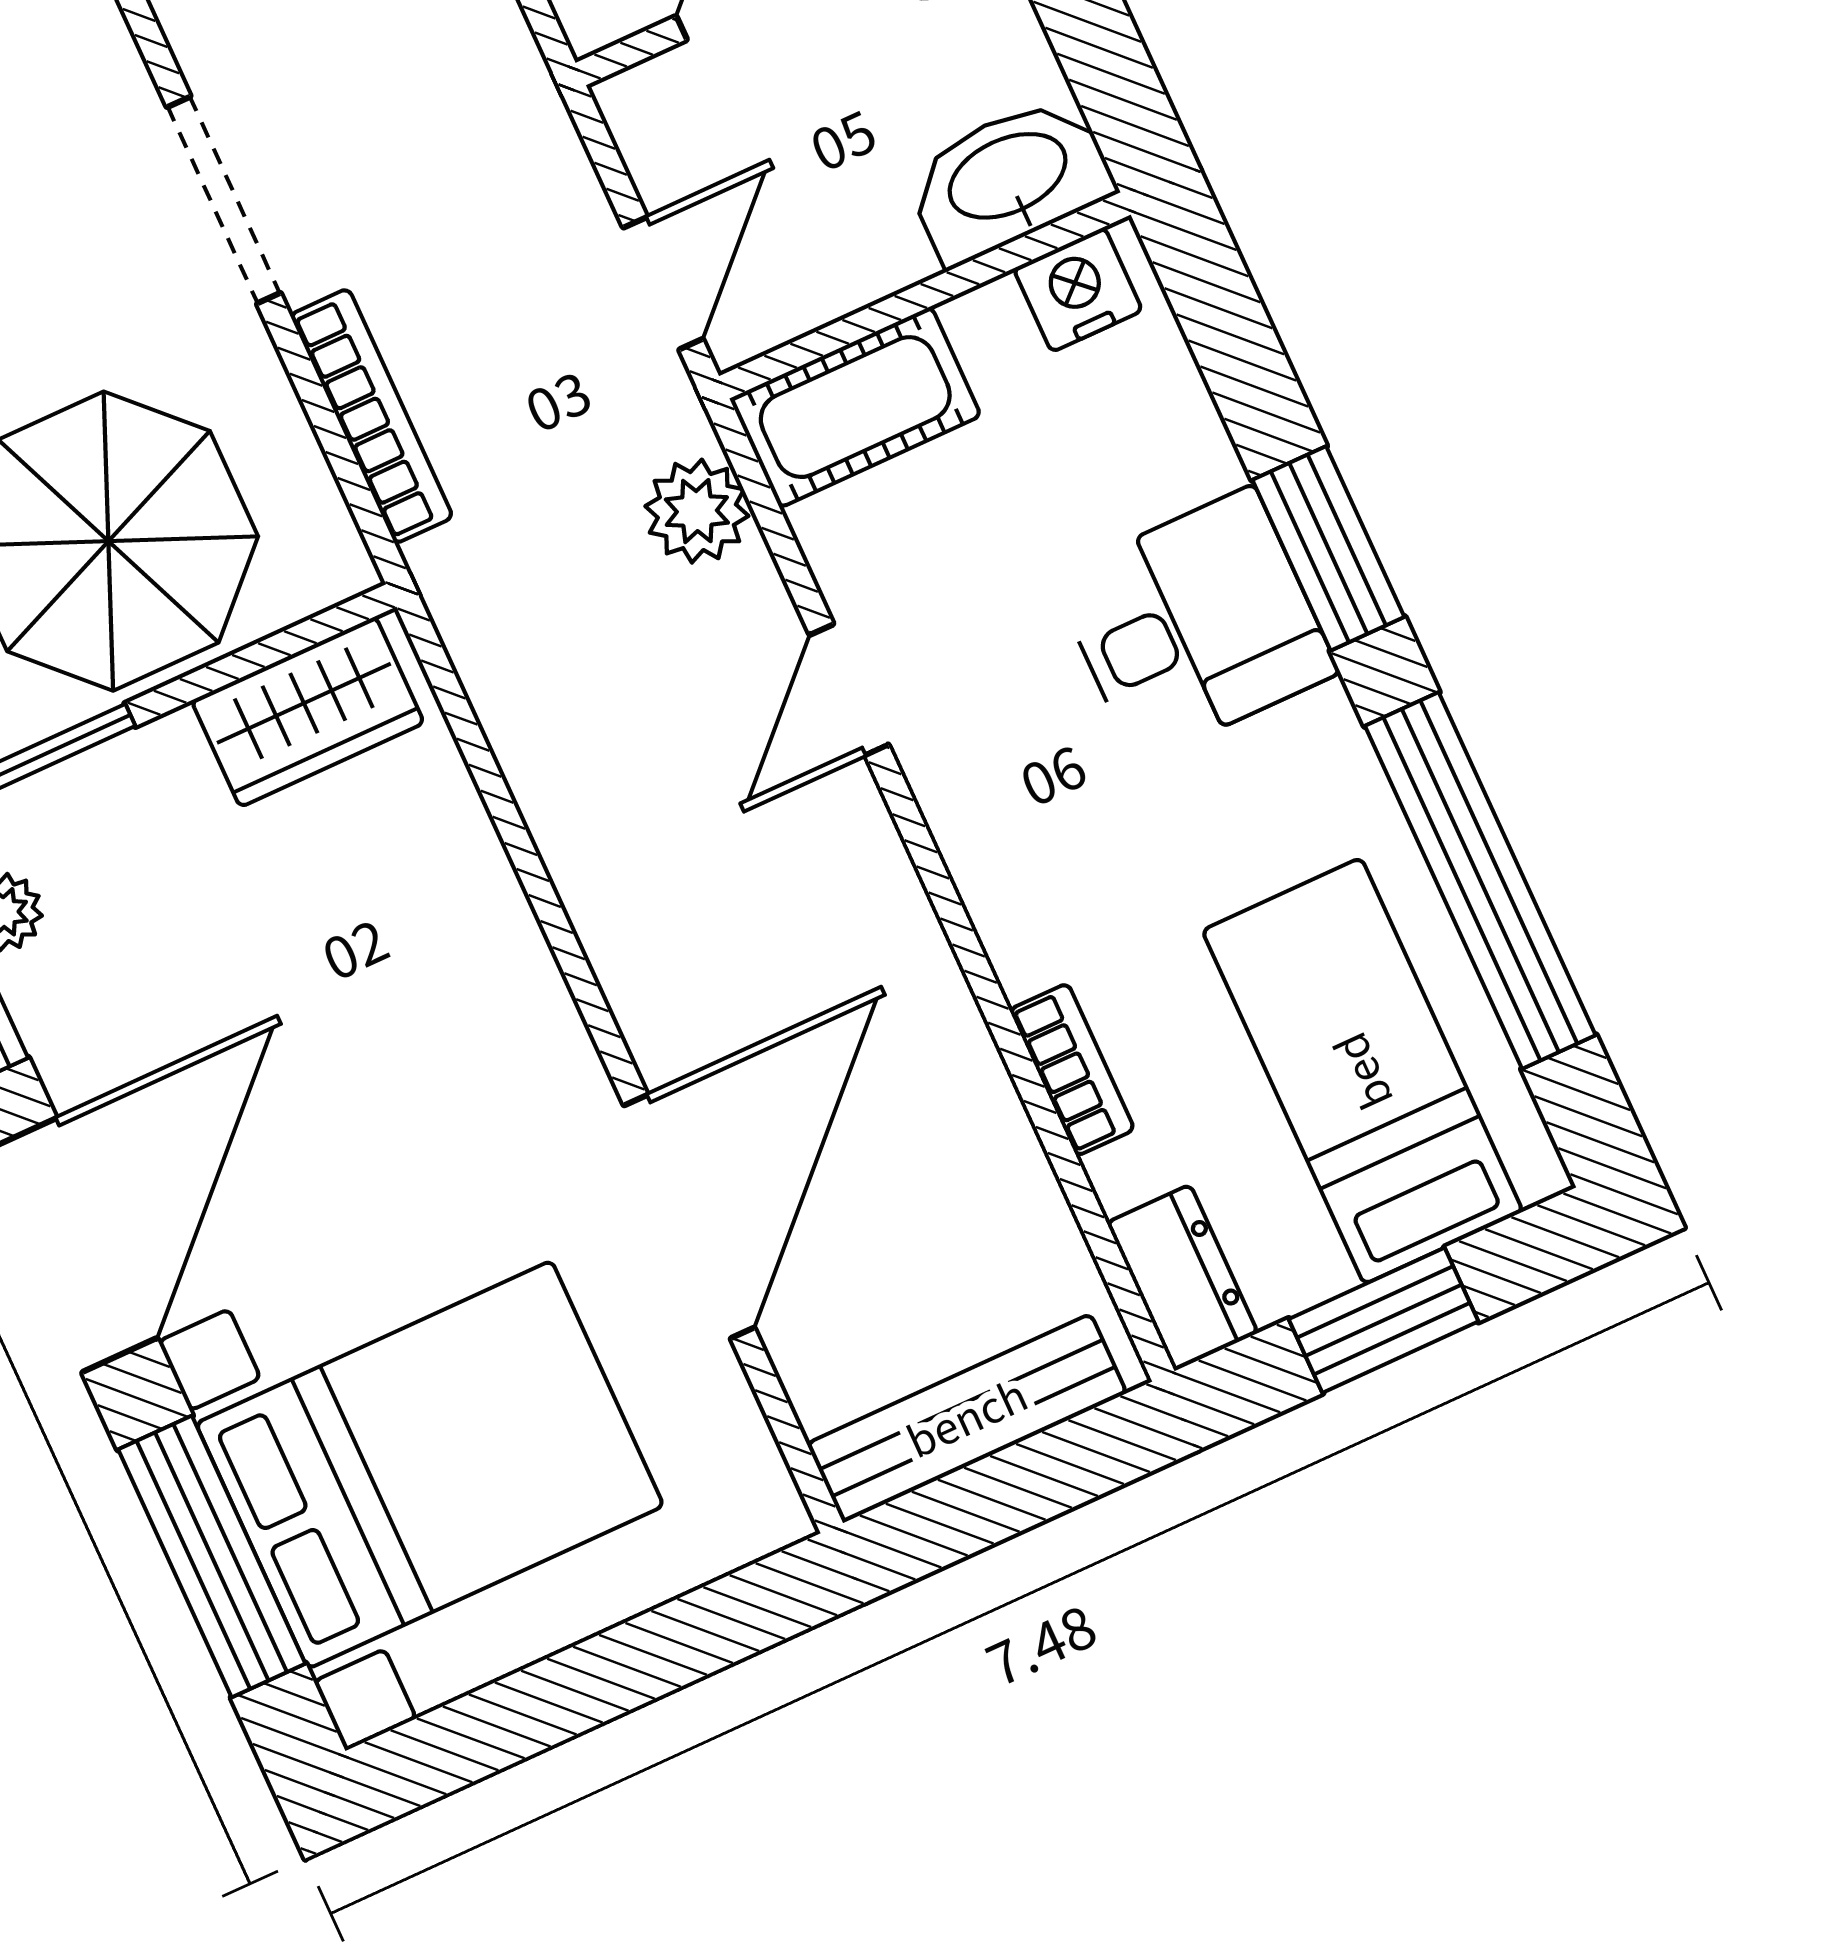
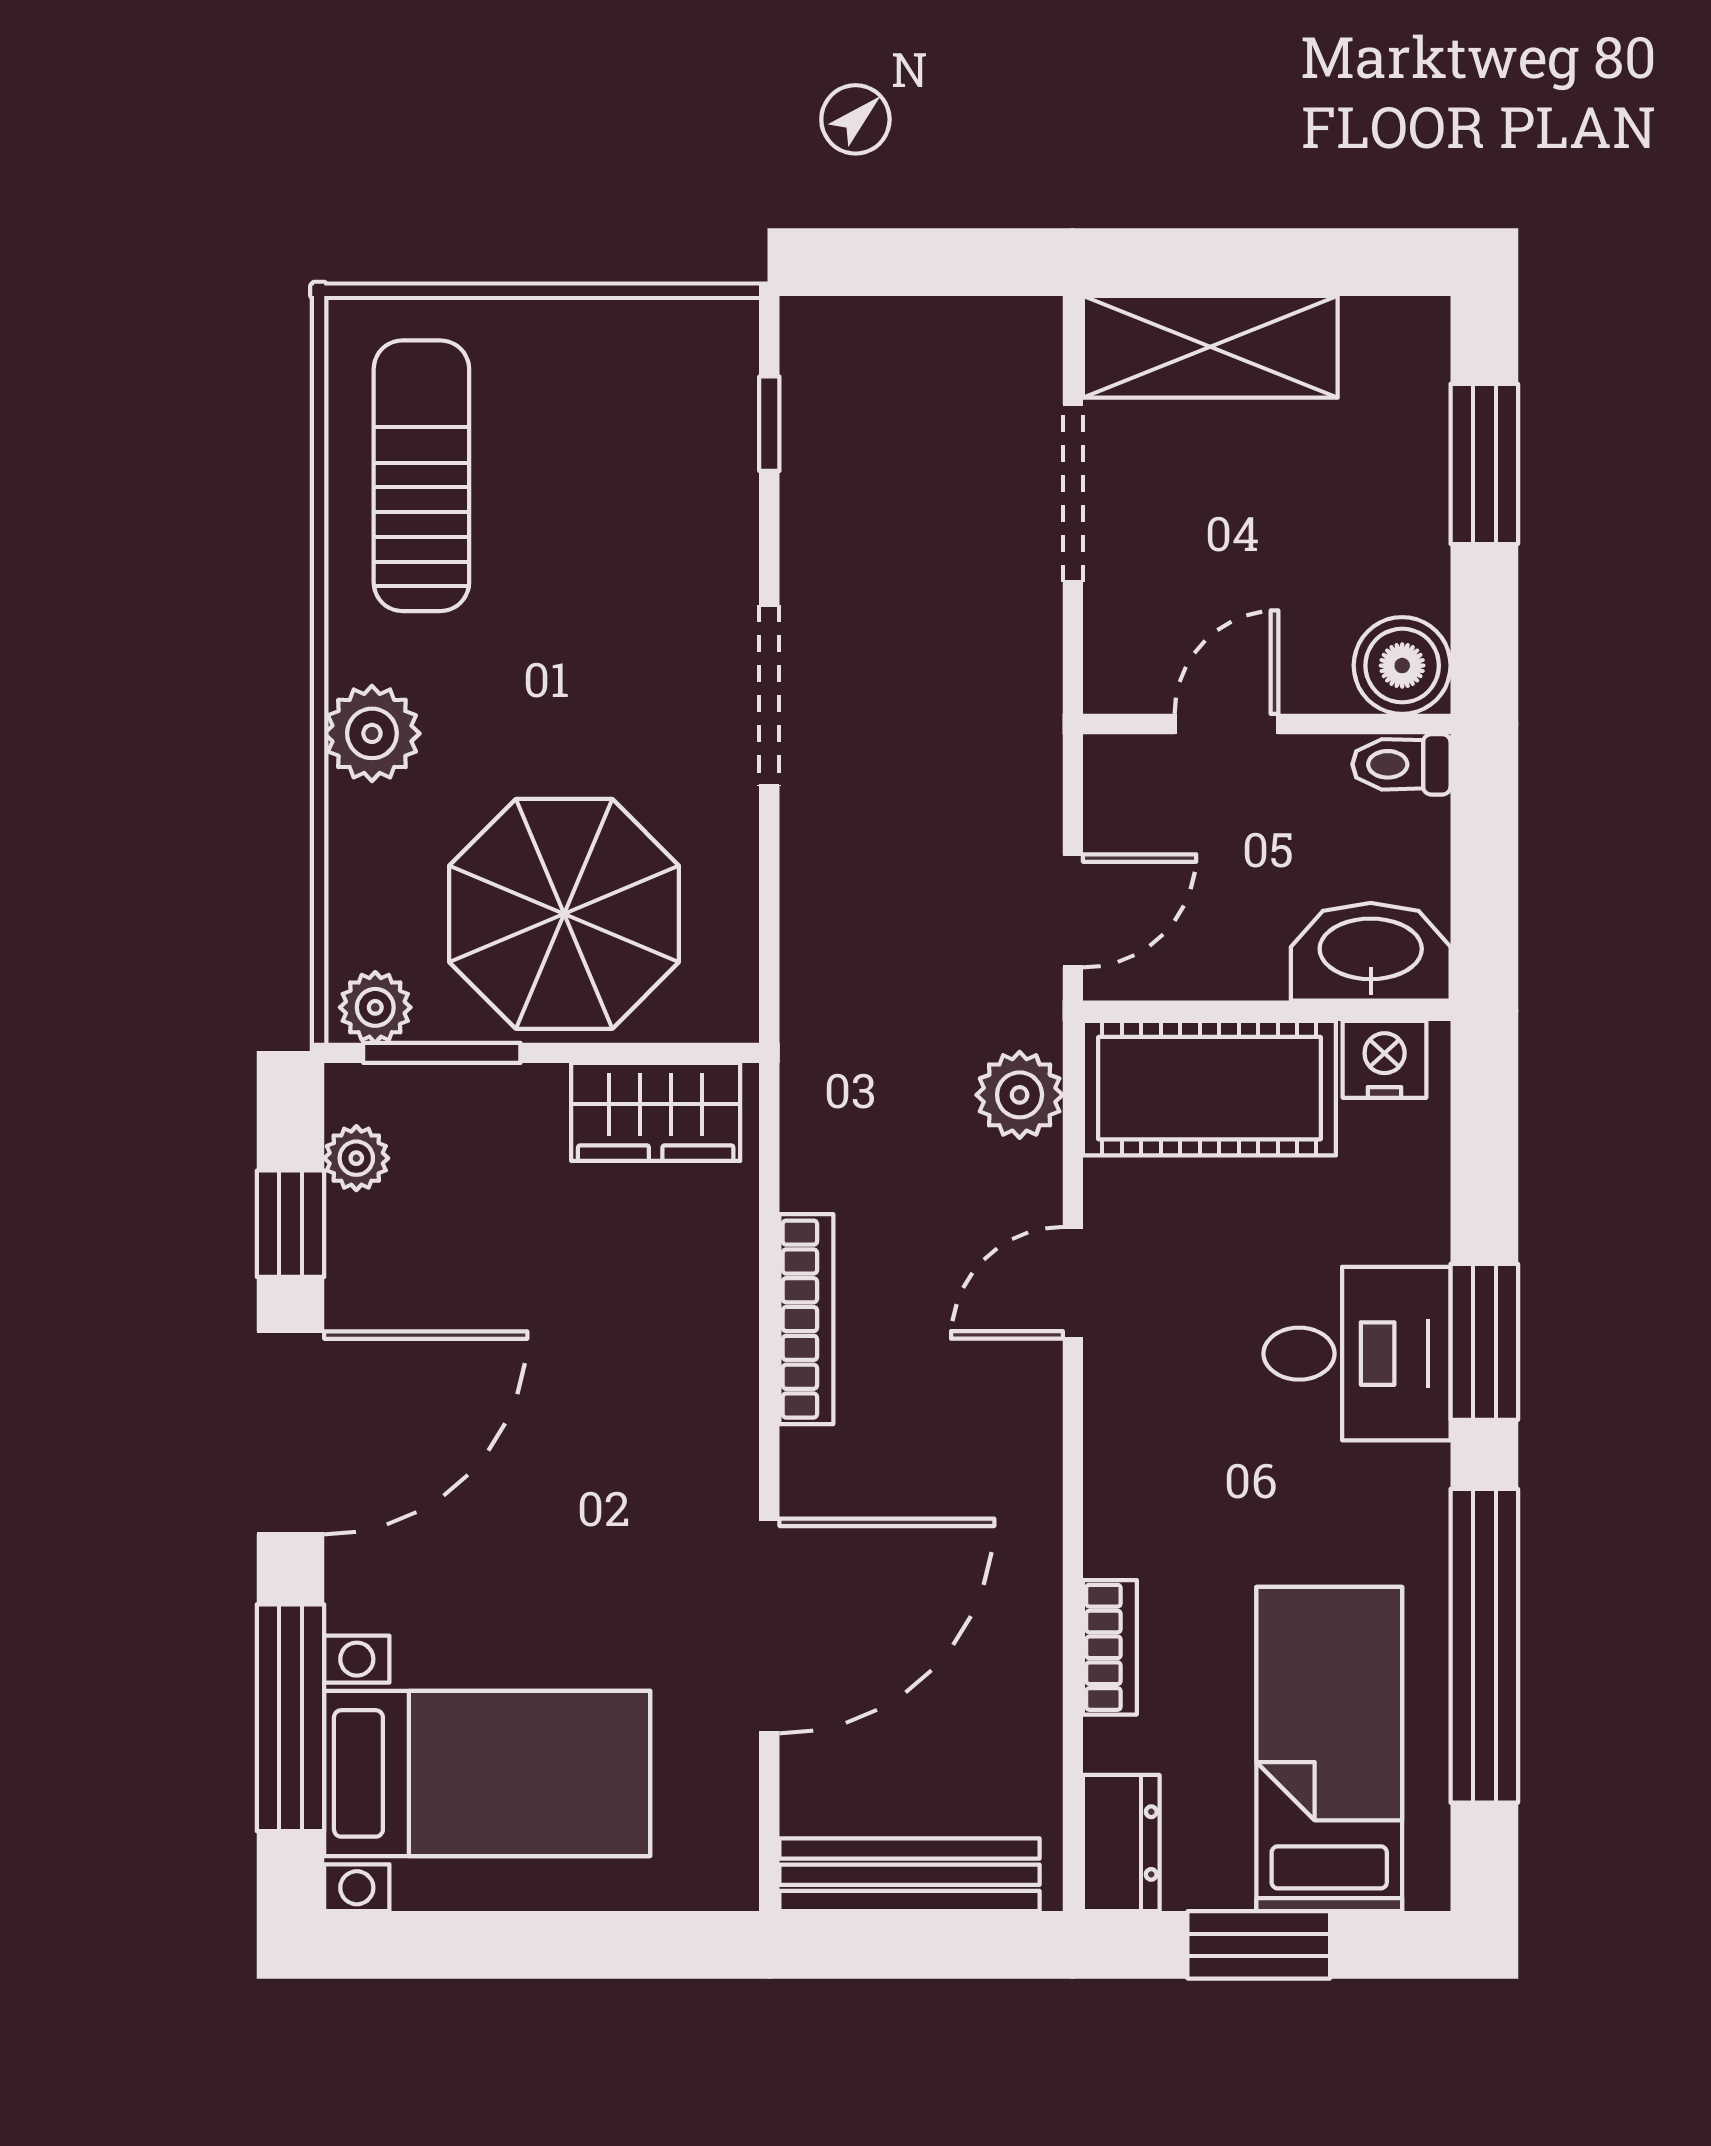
cot: (855, 407) -> (1209, 1088), width x1.37, depth x1.34
bookcase: (372, 416) -> (806, 1319), moved
bed with nightstands: (430, 1465) -> (487, 1773), width x0.73

